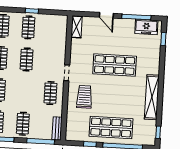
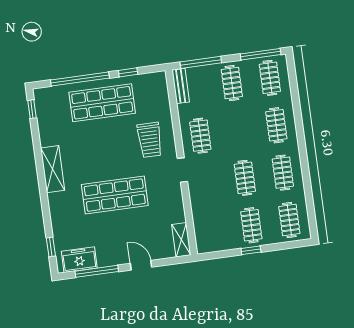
shelving: (152, 97) -> (53, 169), width x0.68

